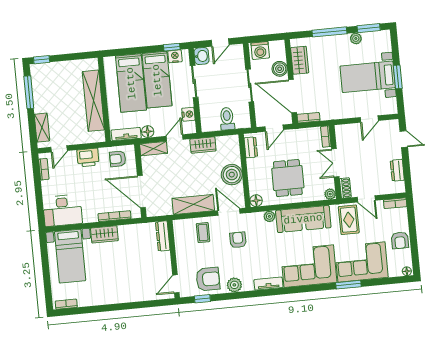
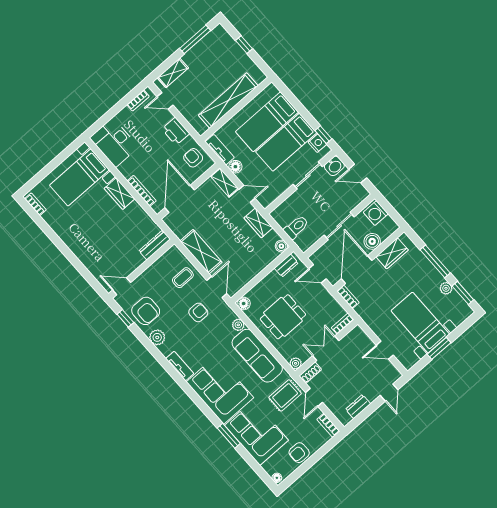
window: (42, 60) -> (244, 45), moved
nightstand: (188, 114) -> (276, 191), removed
boiler: (232, 175) -> (281, 246), moved, width x0.54, depth x0.54

